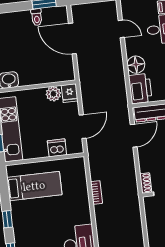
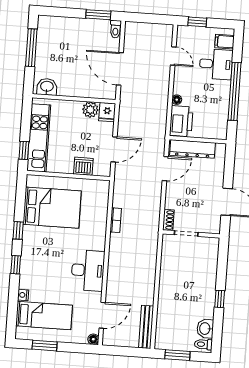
toilet: (37, 17) -> (116, 29), moved
door: (72, 39) -> (120, 69), moved
floor lamp: (136, 65) -> (177, 100), width x0.53, depth x0.53
bed: (34, 186) -> (52, 208), width x1.50

